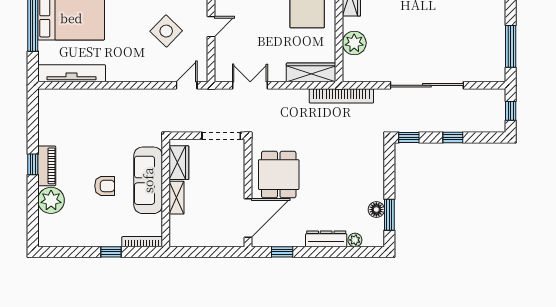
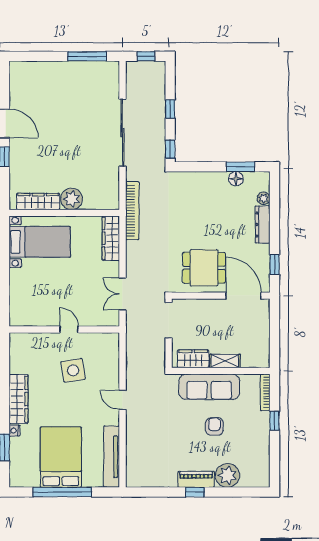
side table: (166, 31) -> (73, 370), turned 37
plant: (354, 43) -> (72, 199), moved
door: (187, 85) -> (123, 400), moved

